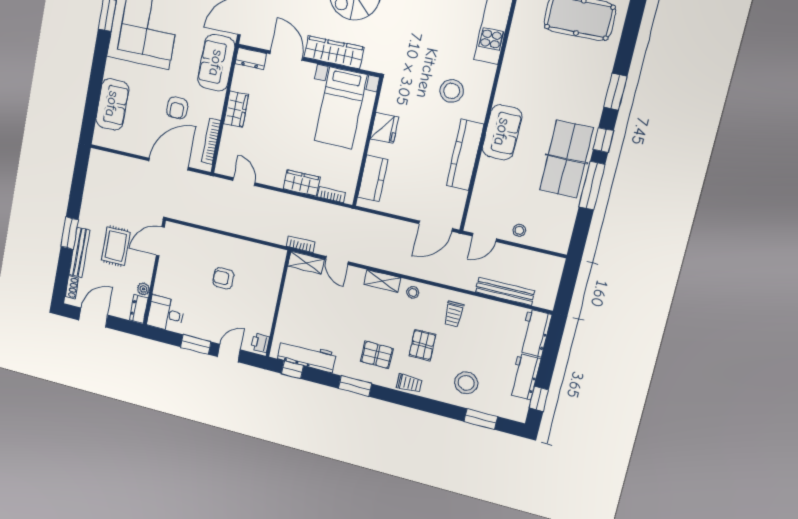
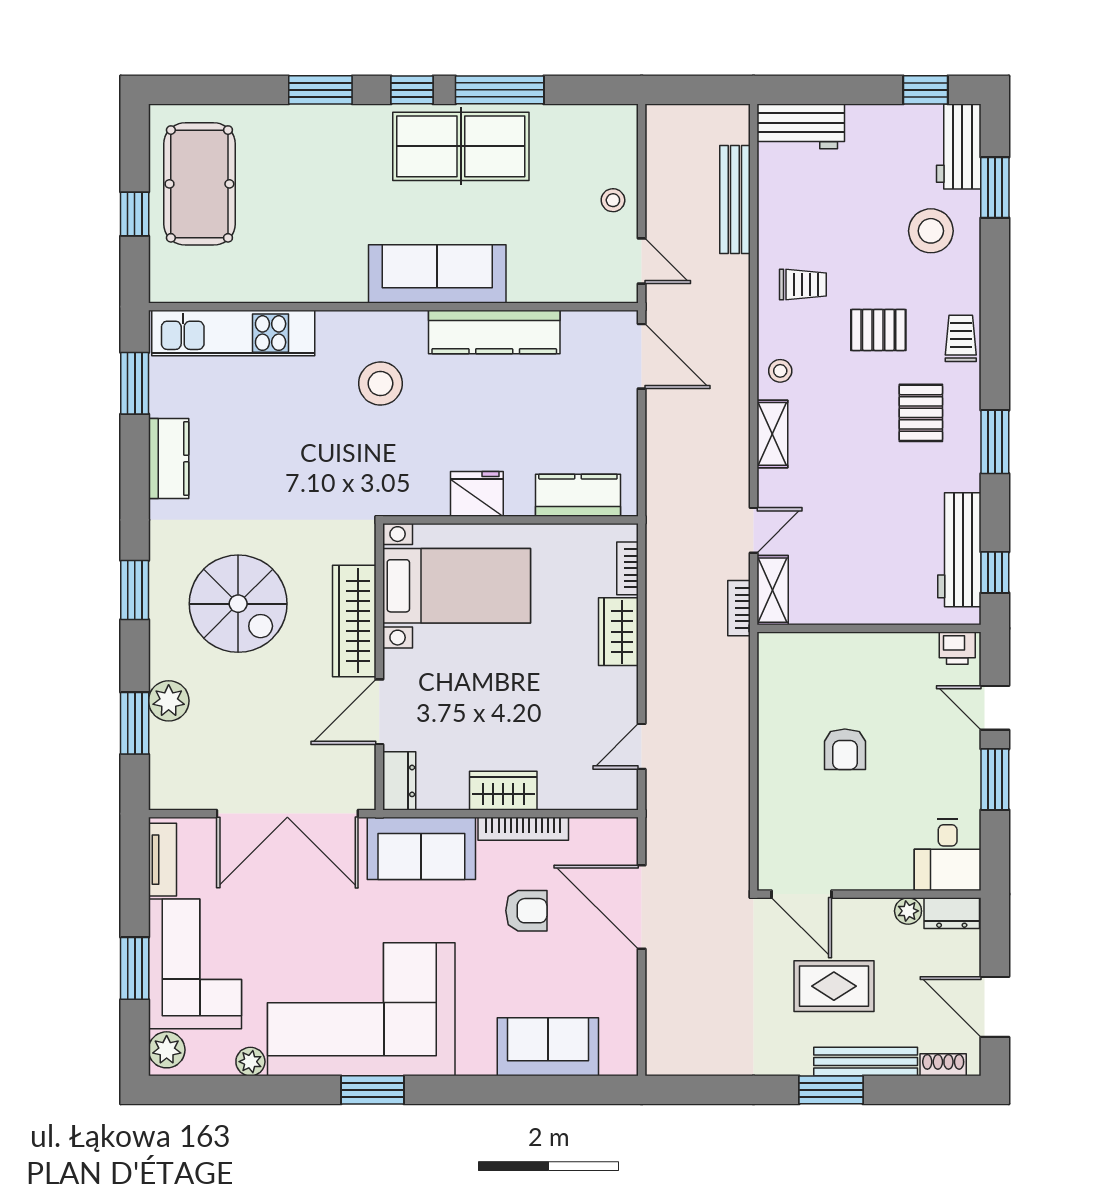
sofa: (502, 132) -> (437, 274), width x1.36
bookcase: (211, 141) -> (523, 829), moved
workbench: (524, 377) -> (959, 146), moved, turned 90

